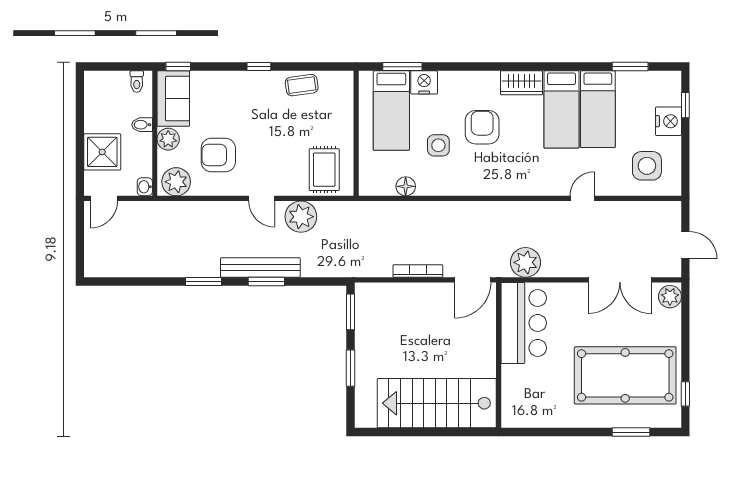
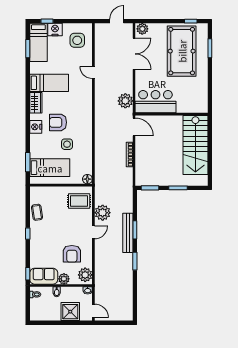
nightstand: (424, 82) -> (36, 127), moved
bed: (598, 109) -> (38, 42), moved, turned 90
floor lamp: (406, 186) -> (87, 179), moved

